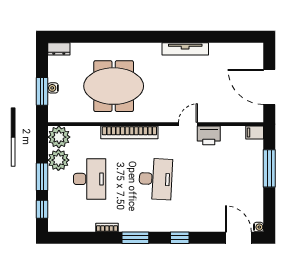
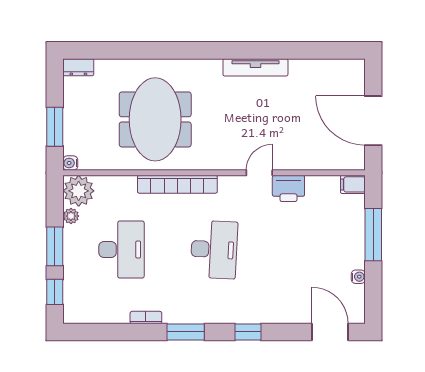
meeting table: (114, 86) -> (155, 119), turned 90
water cooler: (53, 88) -> (70, 163), moved
plant: (58, 160) -> (71, 216), width x0.53, depth x0.53
water cooler: (259, 227) -> (358, 277), moved

